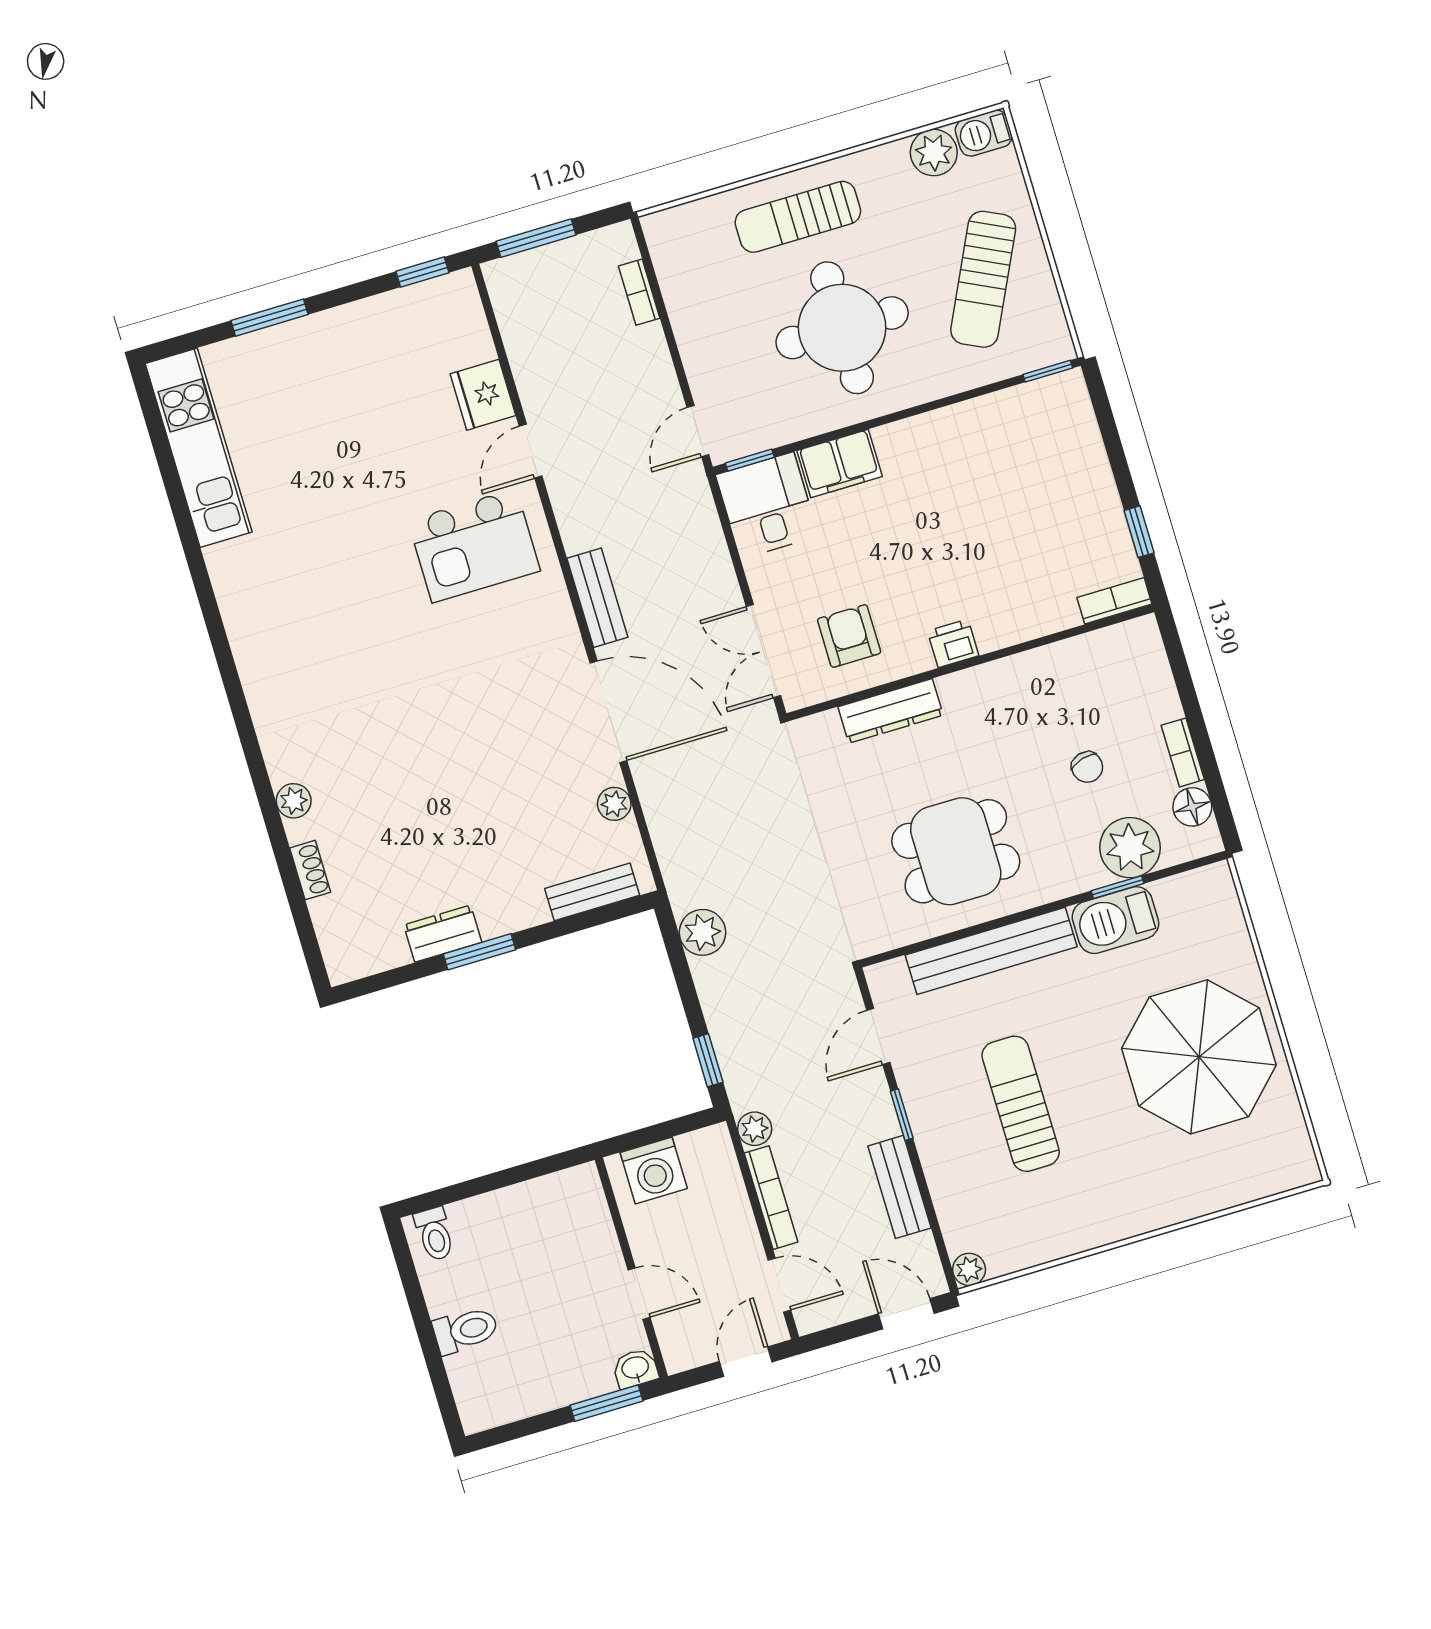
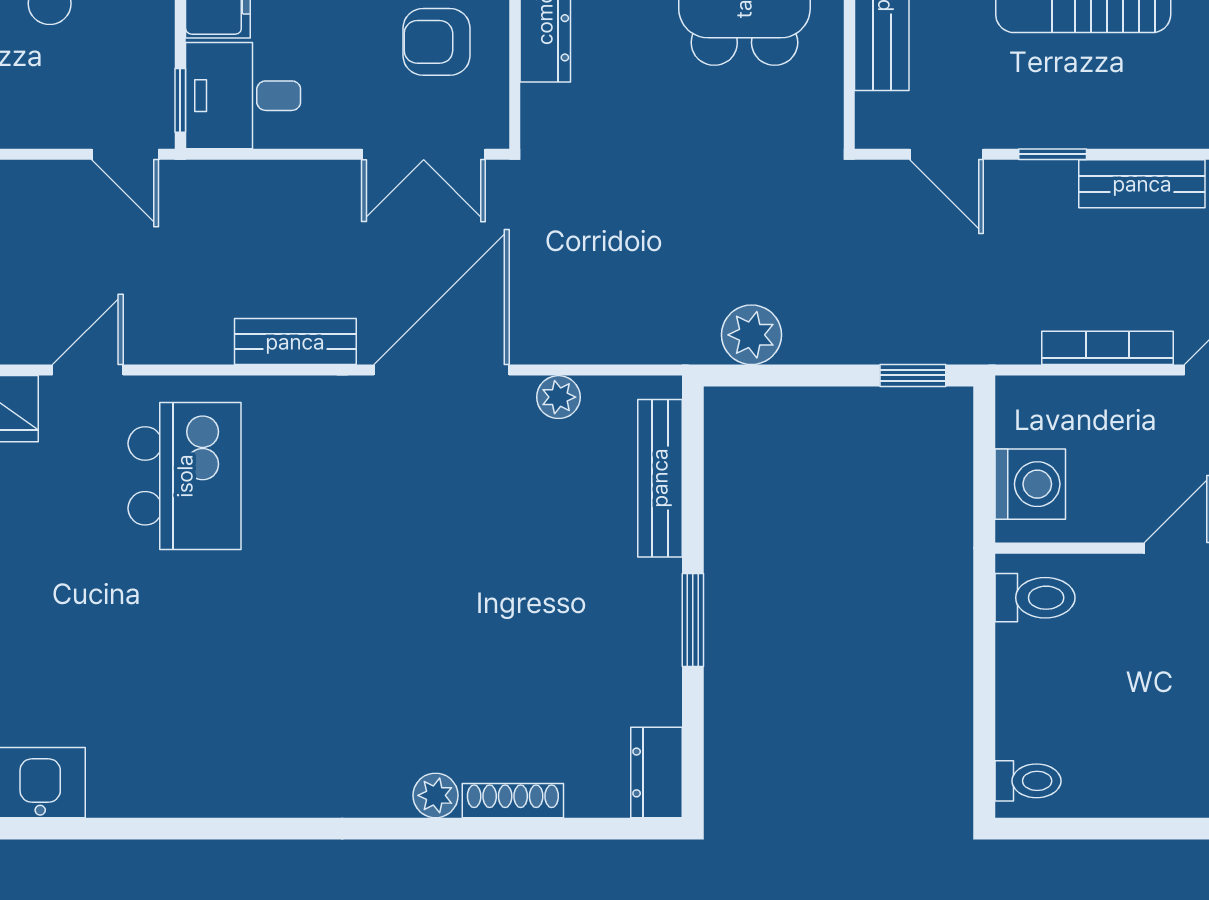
door: (531, 451) -> (88, 370), swing flipped
shoe rack: (310, 870) -> (513, 801), width x1.43
bench: (592, 892) -> (660, 478), width x1.36
dresser: (443, 934) -> (657, 772), moved
plant: (755, 1129) -> (1016, 343), removed
toilet: (466, 1330) -> (1035, 598), moved, turned 90

